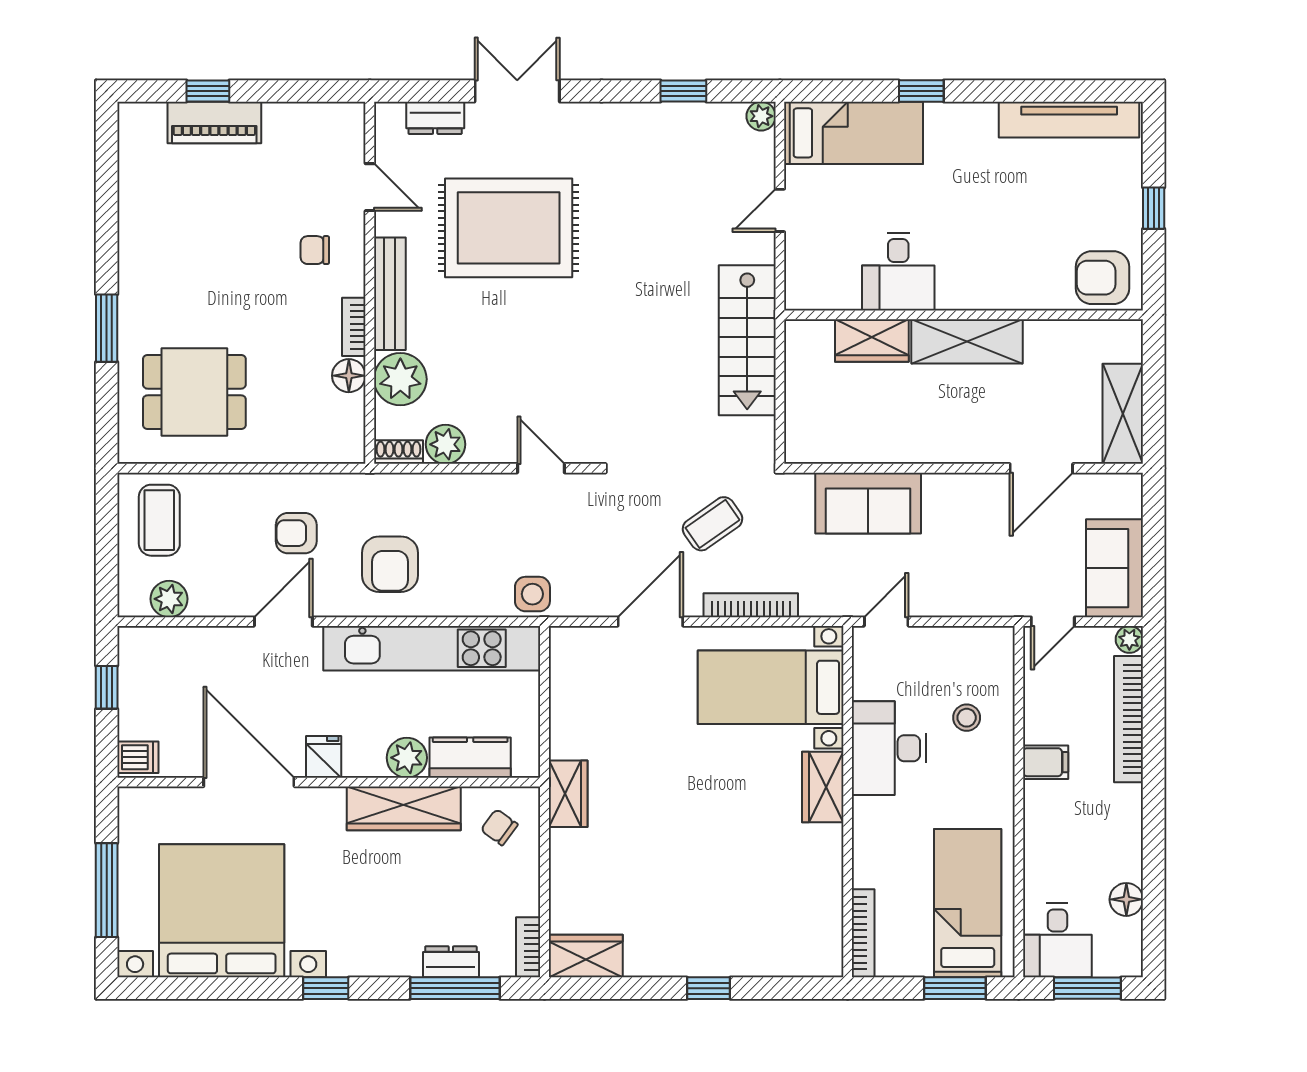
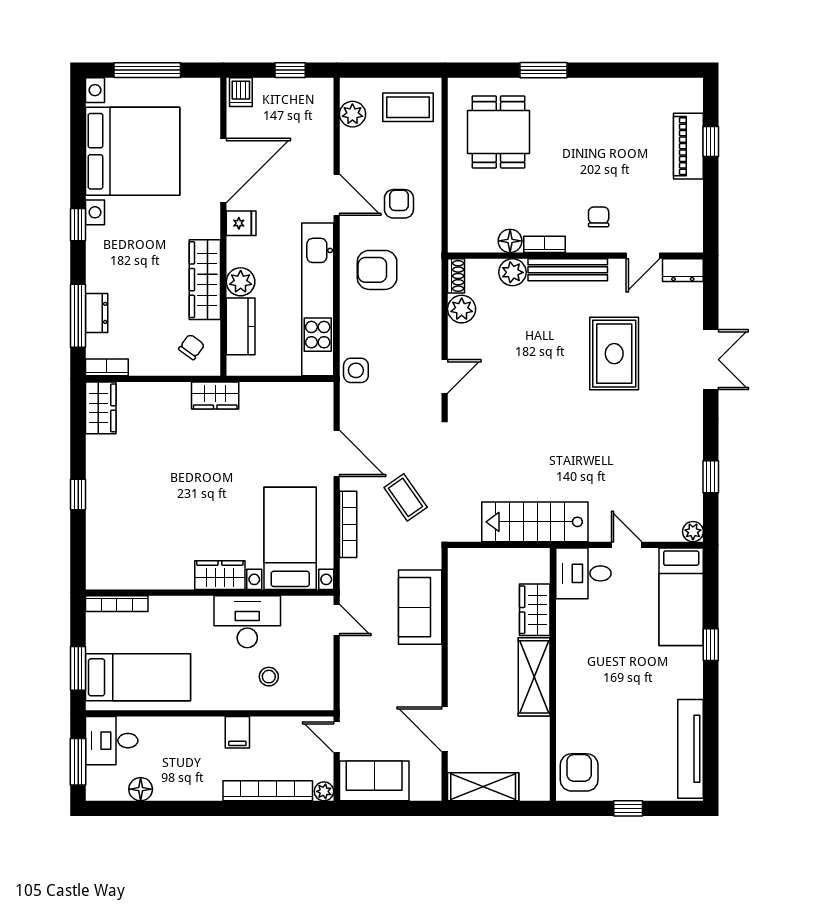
dresser: (435, 118) -> (683, 270), moved, turned -90
rug: (509, 228) -> (614, 354), width x0.73, depth x0.69
desk: (898, 272) -> (583, 573), moved
plant: (400, 379) -> (512, 272), width x0.73, depth x0.73

